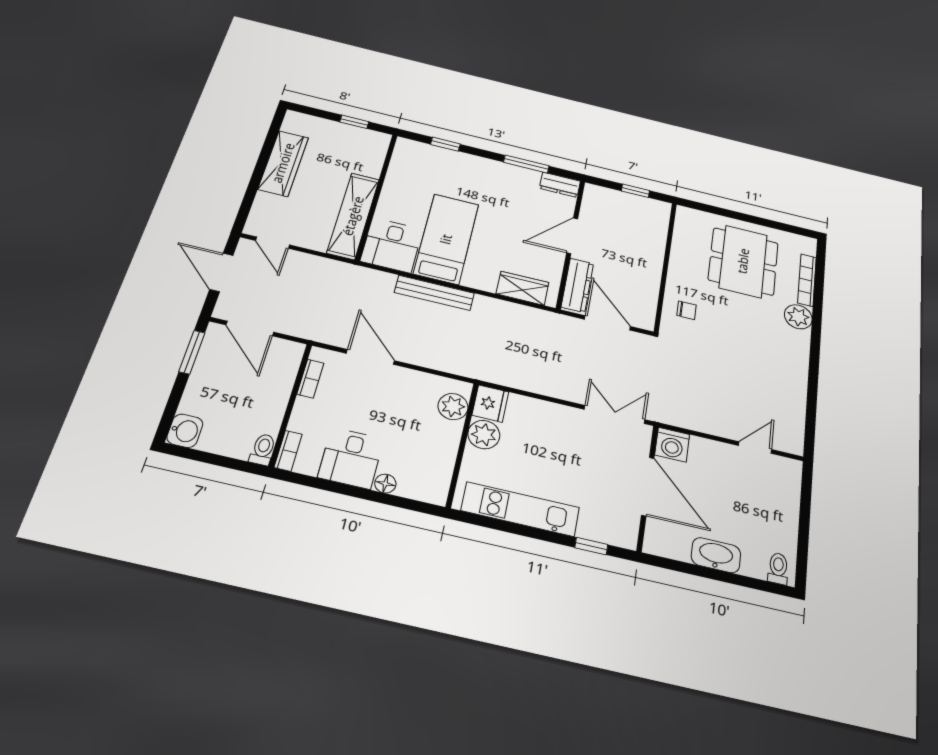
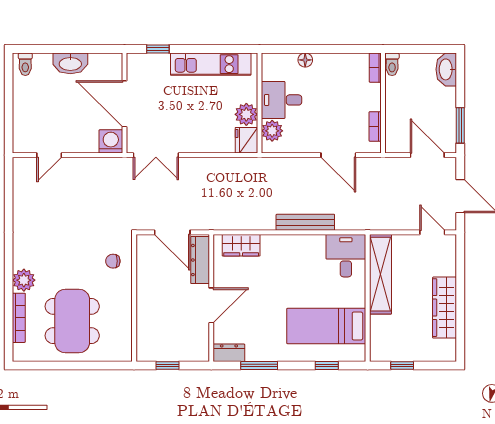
bed: (446, 239) -> (326, 326), moved, turned 90
washbasin: (185, 431) -> (446, 69), width x1.38
desk: (351, 458) -> (282, 100), moved, turned -90

